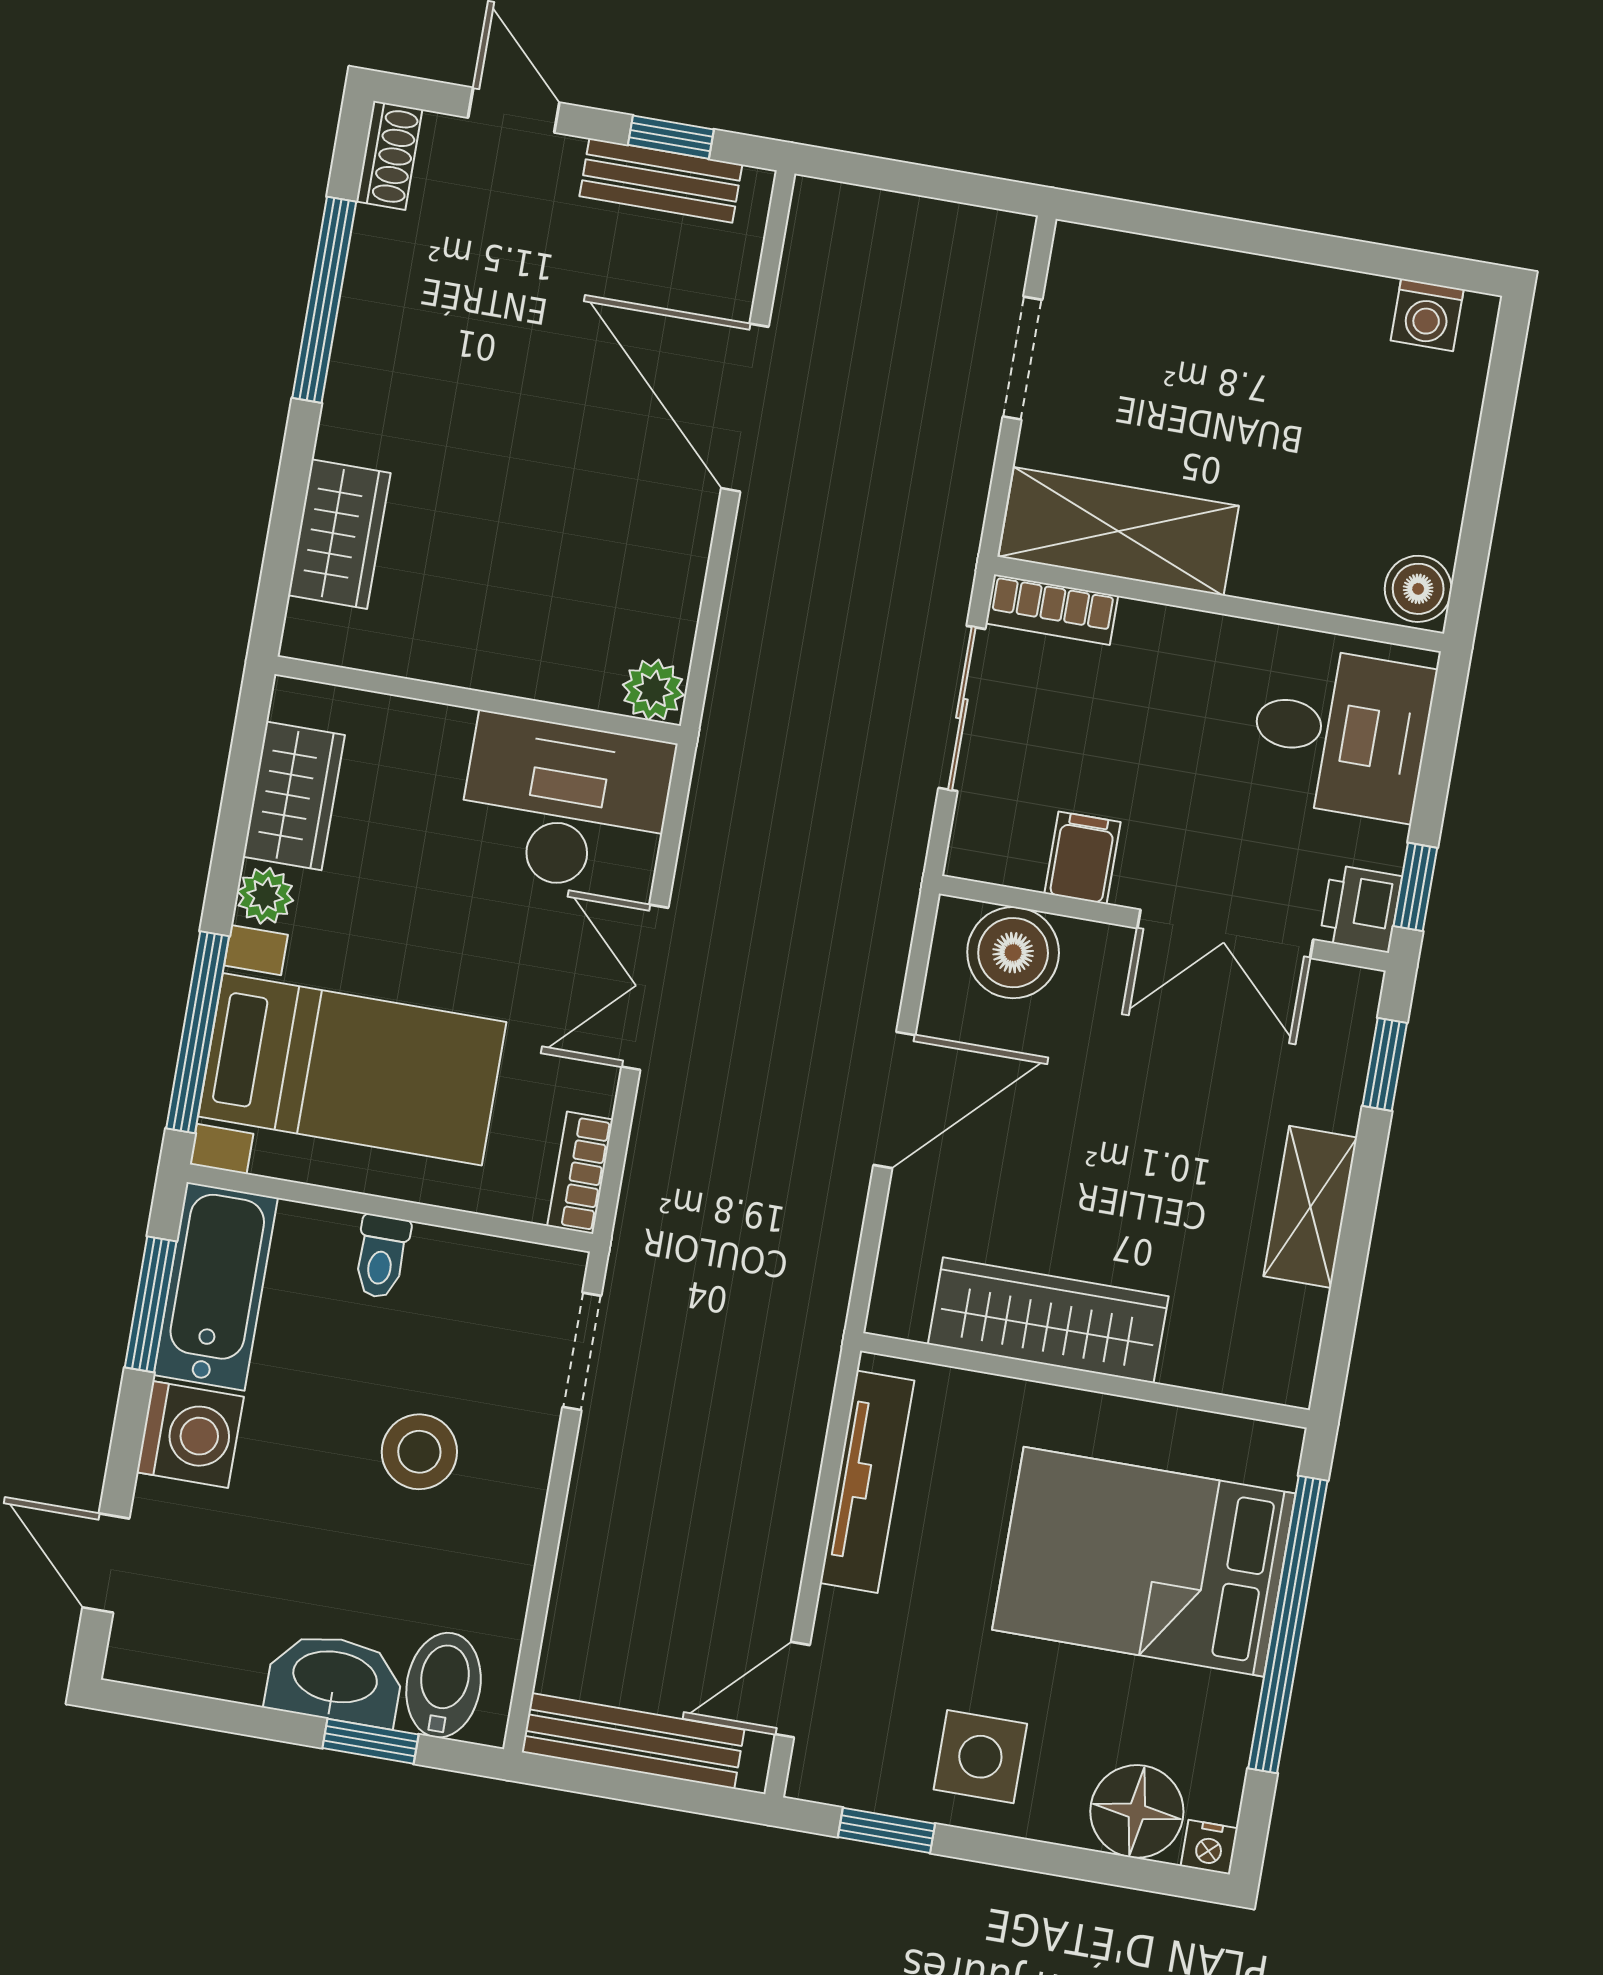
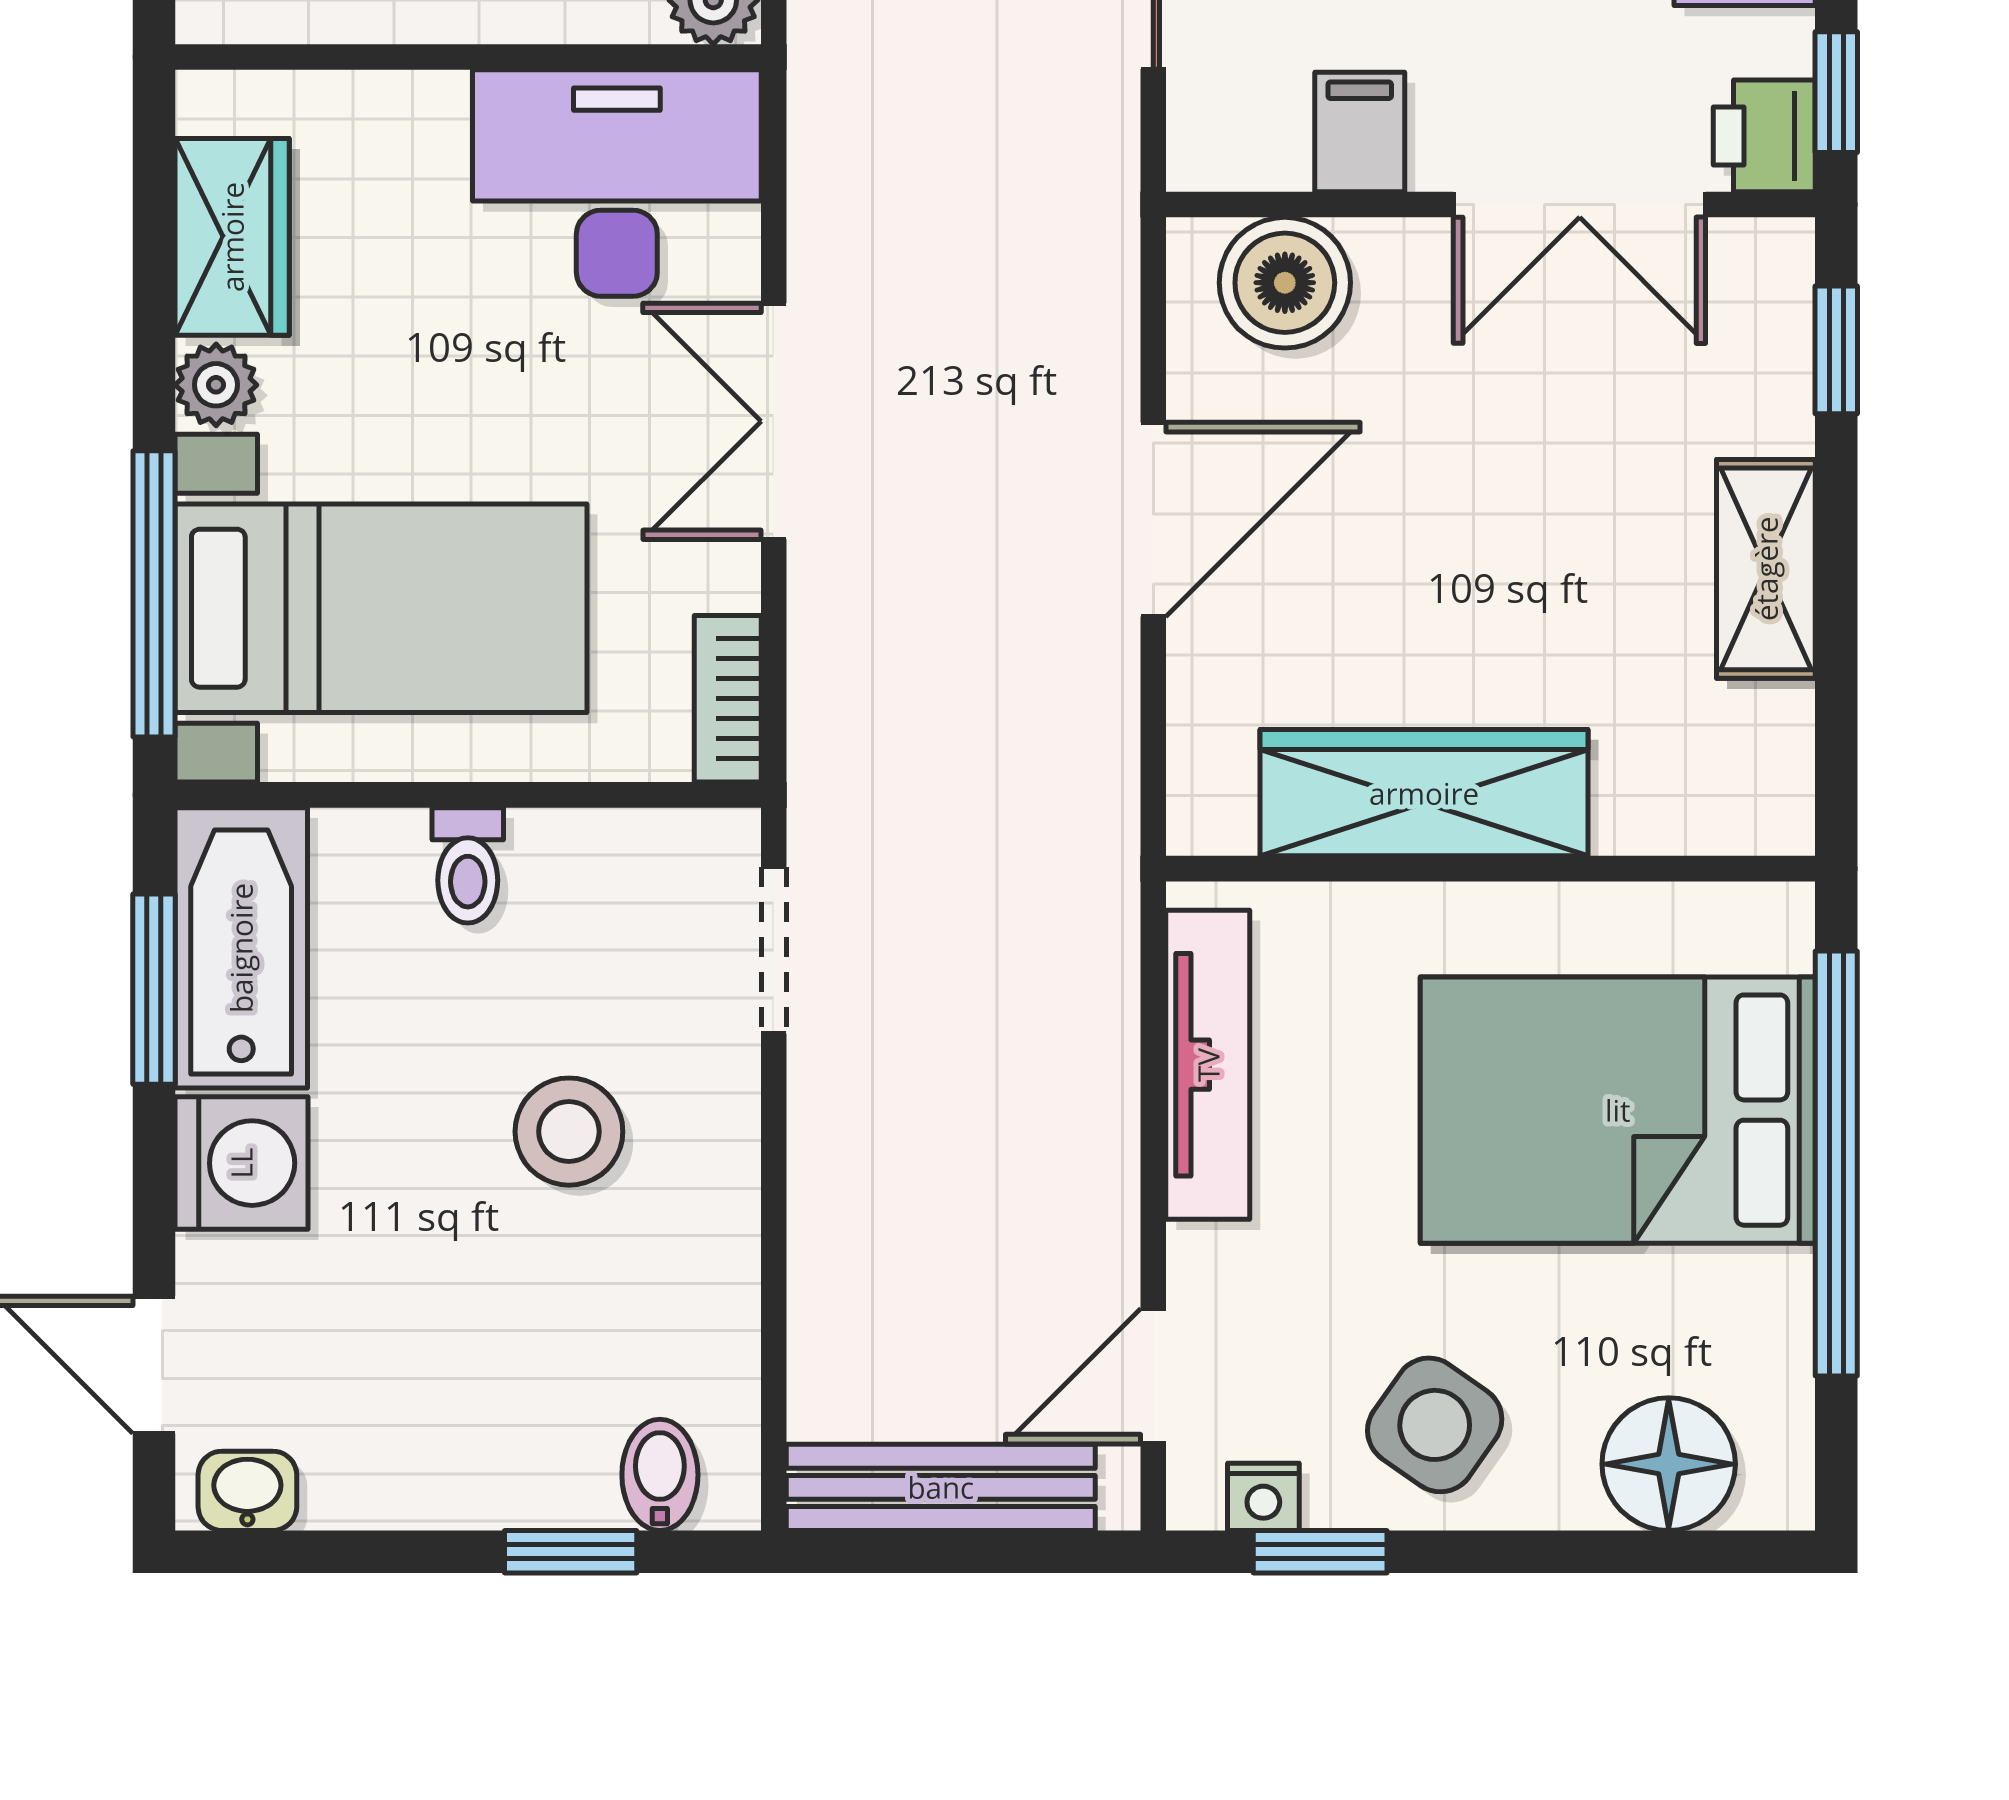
washbasin: (335, 1679) -> (247, 1491), moved, width x0.52, depth x0.69
bidet: (444, 1685) -> (660, 1475), width x0.72, depth x0.74
side table: (980, 1757) -> (1435, 1425), turned 35
nightstand: (1209, 1847) -> (1263, 1497), moved

